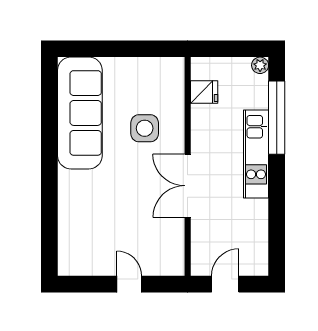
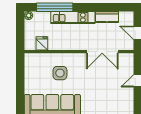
double door: (188, 186) -> (102, 52), moved
kitchen counter: (257, 223) -> (107, 17), added

